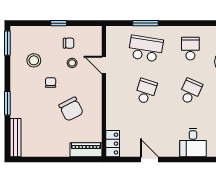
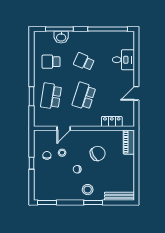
stool: (34, 60) -> (88, 190), moved
school desk: (146, 91) -> (84, 96), width x1.85
locker: (113, 144) -> (112, 121), moved

